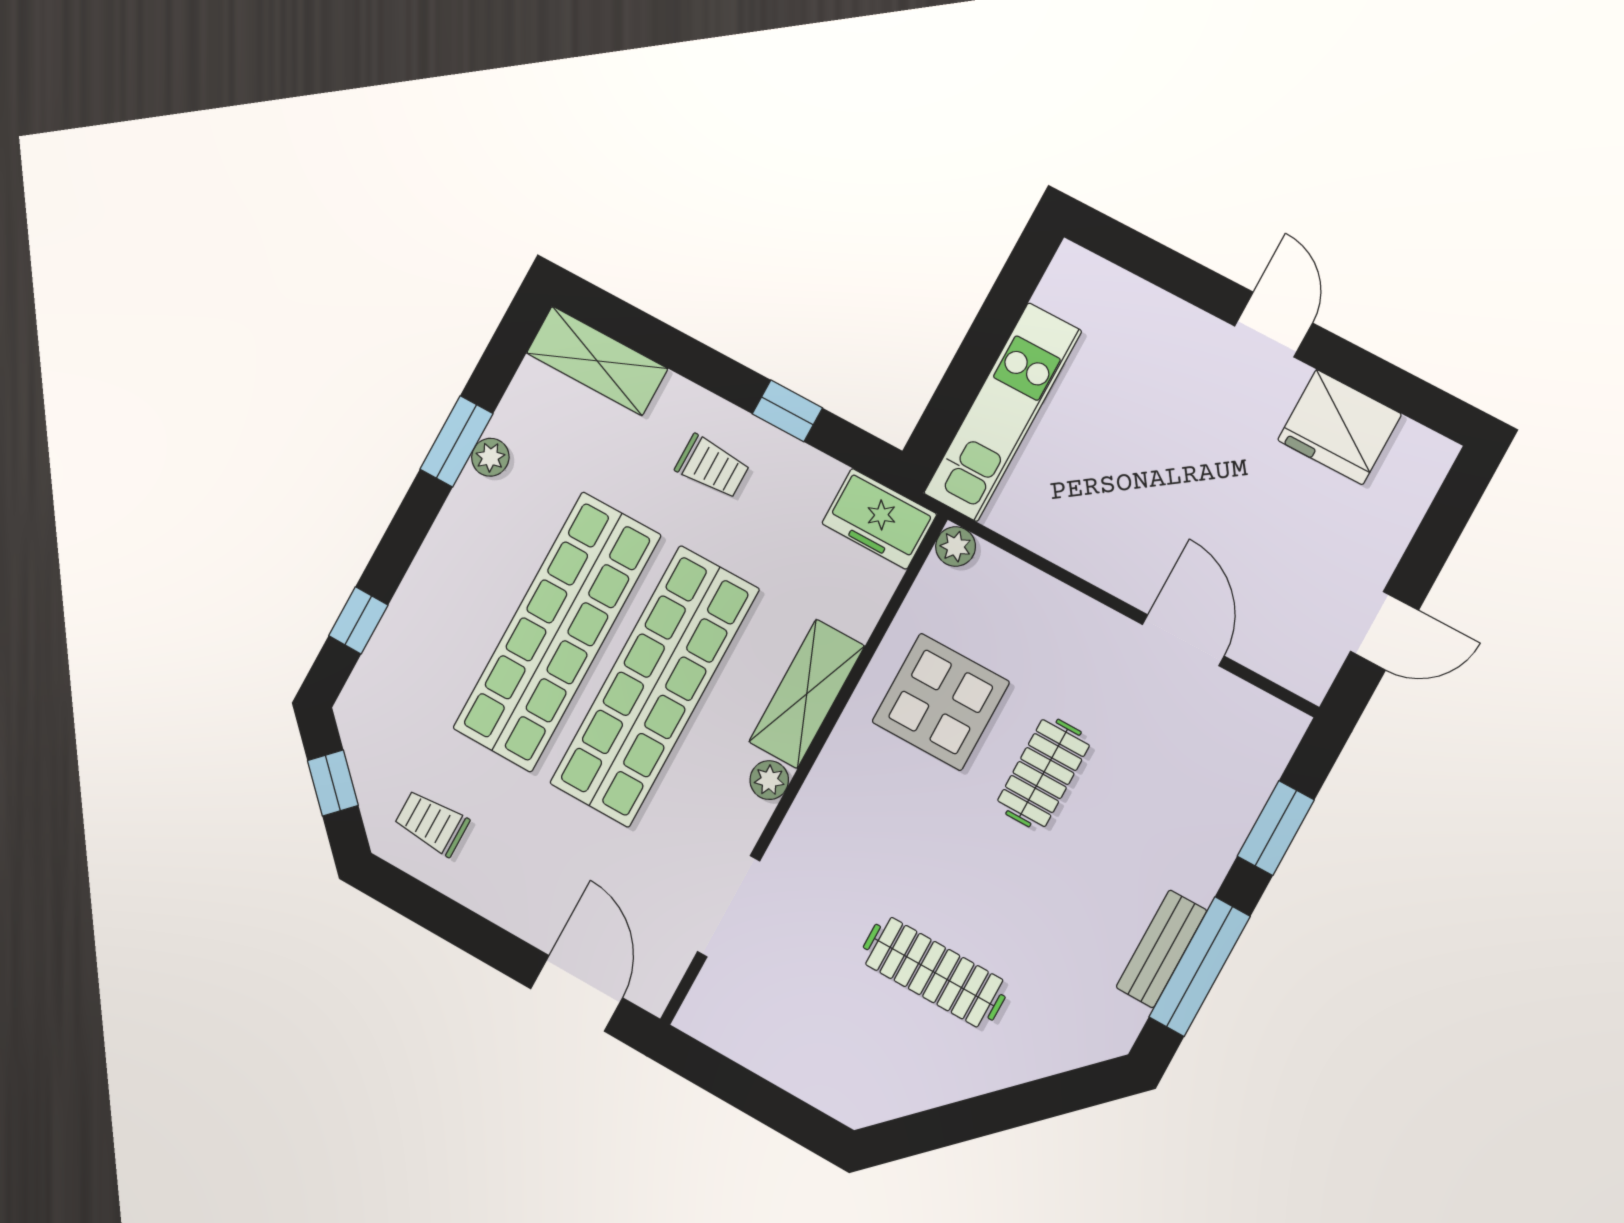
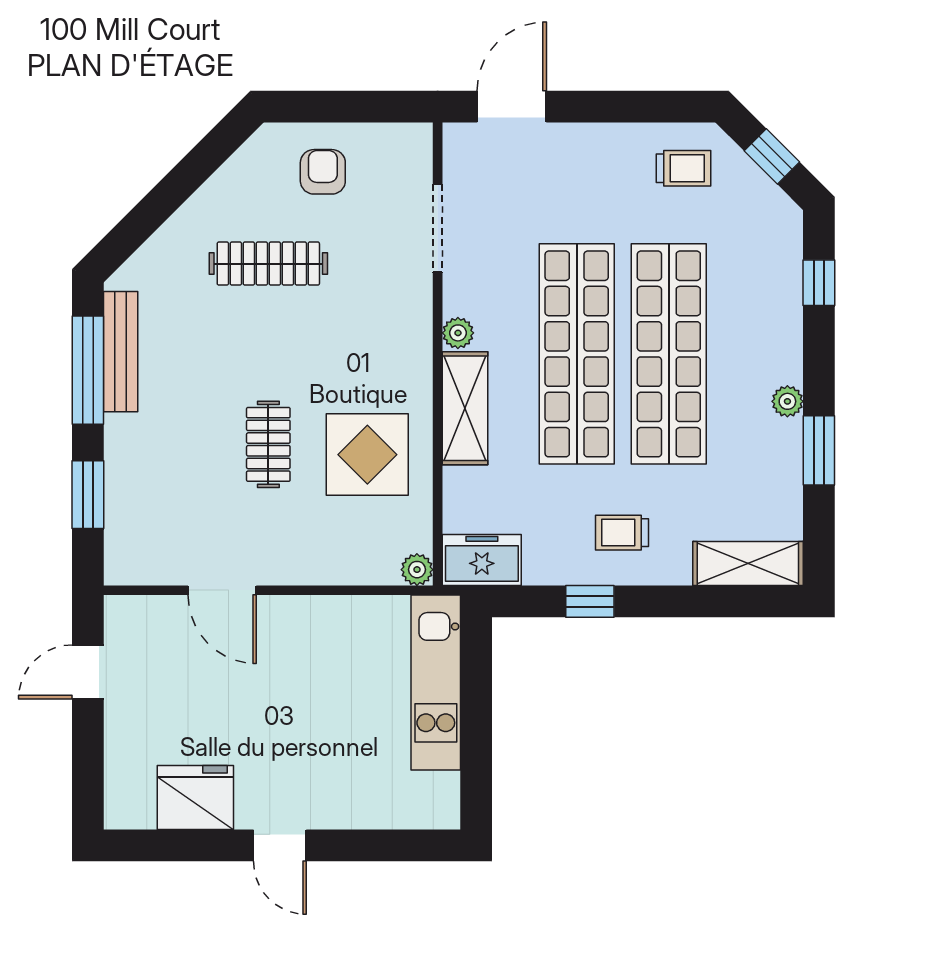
plant: (490, 457) -> (787, 401), moved
bench: (1161, 949) -> (121, 352), width x1.36
door: (577, 993) -> (512, 107), swing flipped
armchair: (819, 1039) -> (323, 172), added

